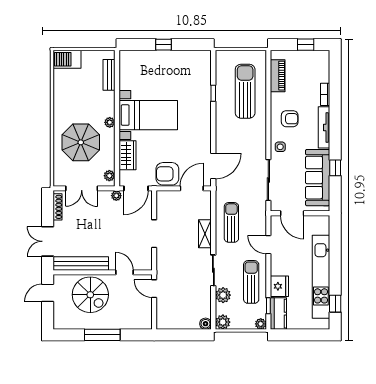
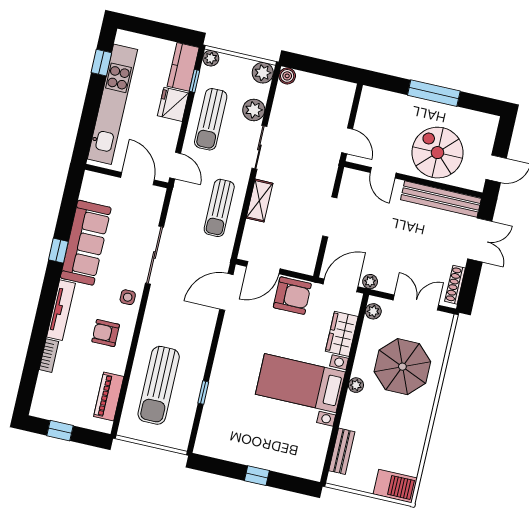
door: (292, 213) -> (137, 179), moved
wall: (300, 213) -> (127, 176), moved

